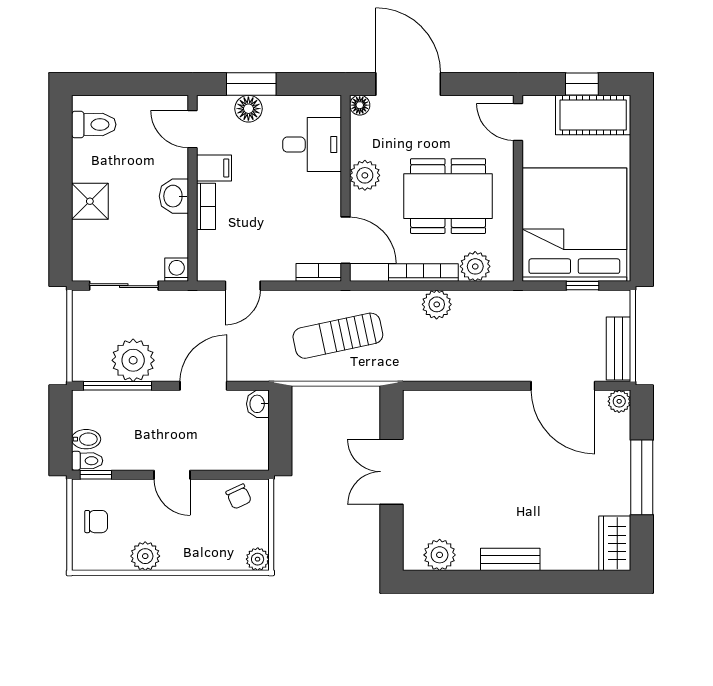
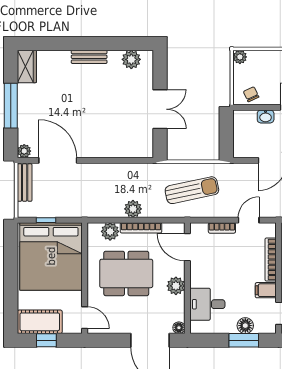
bookcase: (206, 206) -> (271, 259), width x1.56
bookcase: (319, 272) -> (222, 228), moved
washbasin: (258, 404) -> (266, 116), moved, turned 90

